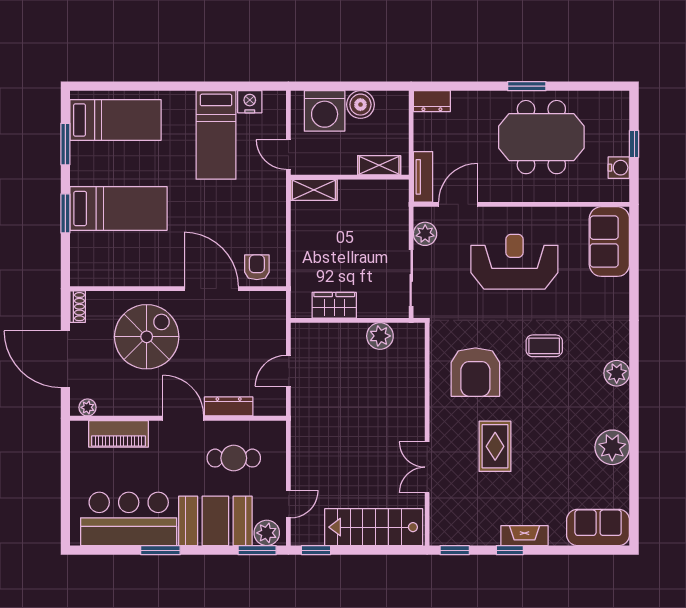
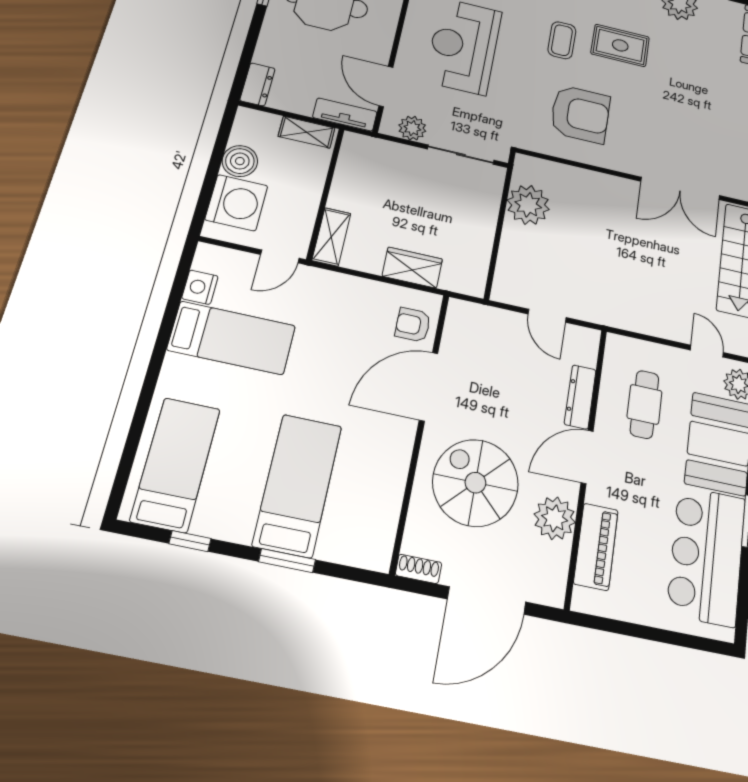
window: (65, 144) -> (190, 541), width x0.67
shelving: (379, 165) -> (307, 132), moved, turned 90
wardrobe: (334, 305) -> (412, 268), moved, turned 90
plant: (380, 336) -> (528, 205), width x1.36, depth x1.36
plant: (88, 407) -> (555, 518), moved, width x1.87, depth x1.87
rug: (495, 446) -> (620, 45), moved
double door: (427, 467) -> (680, 188), width x1.37

